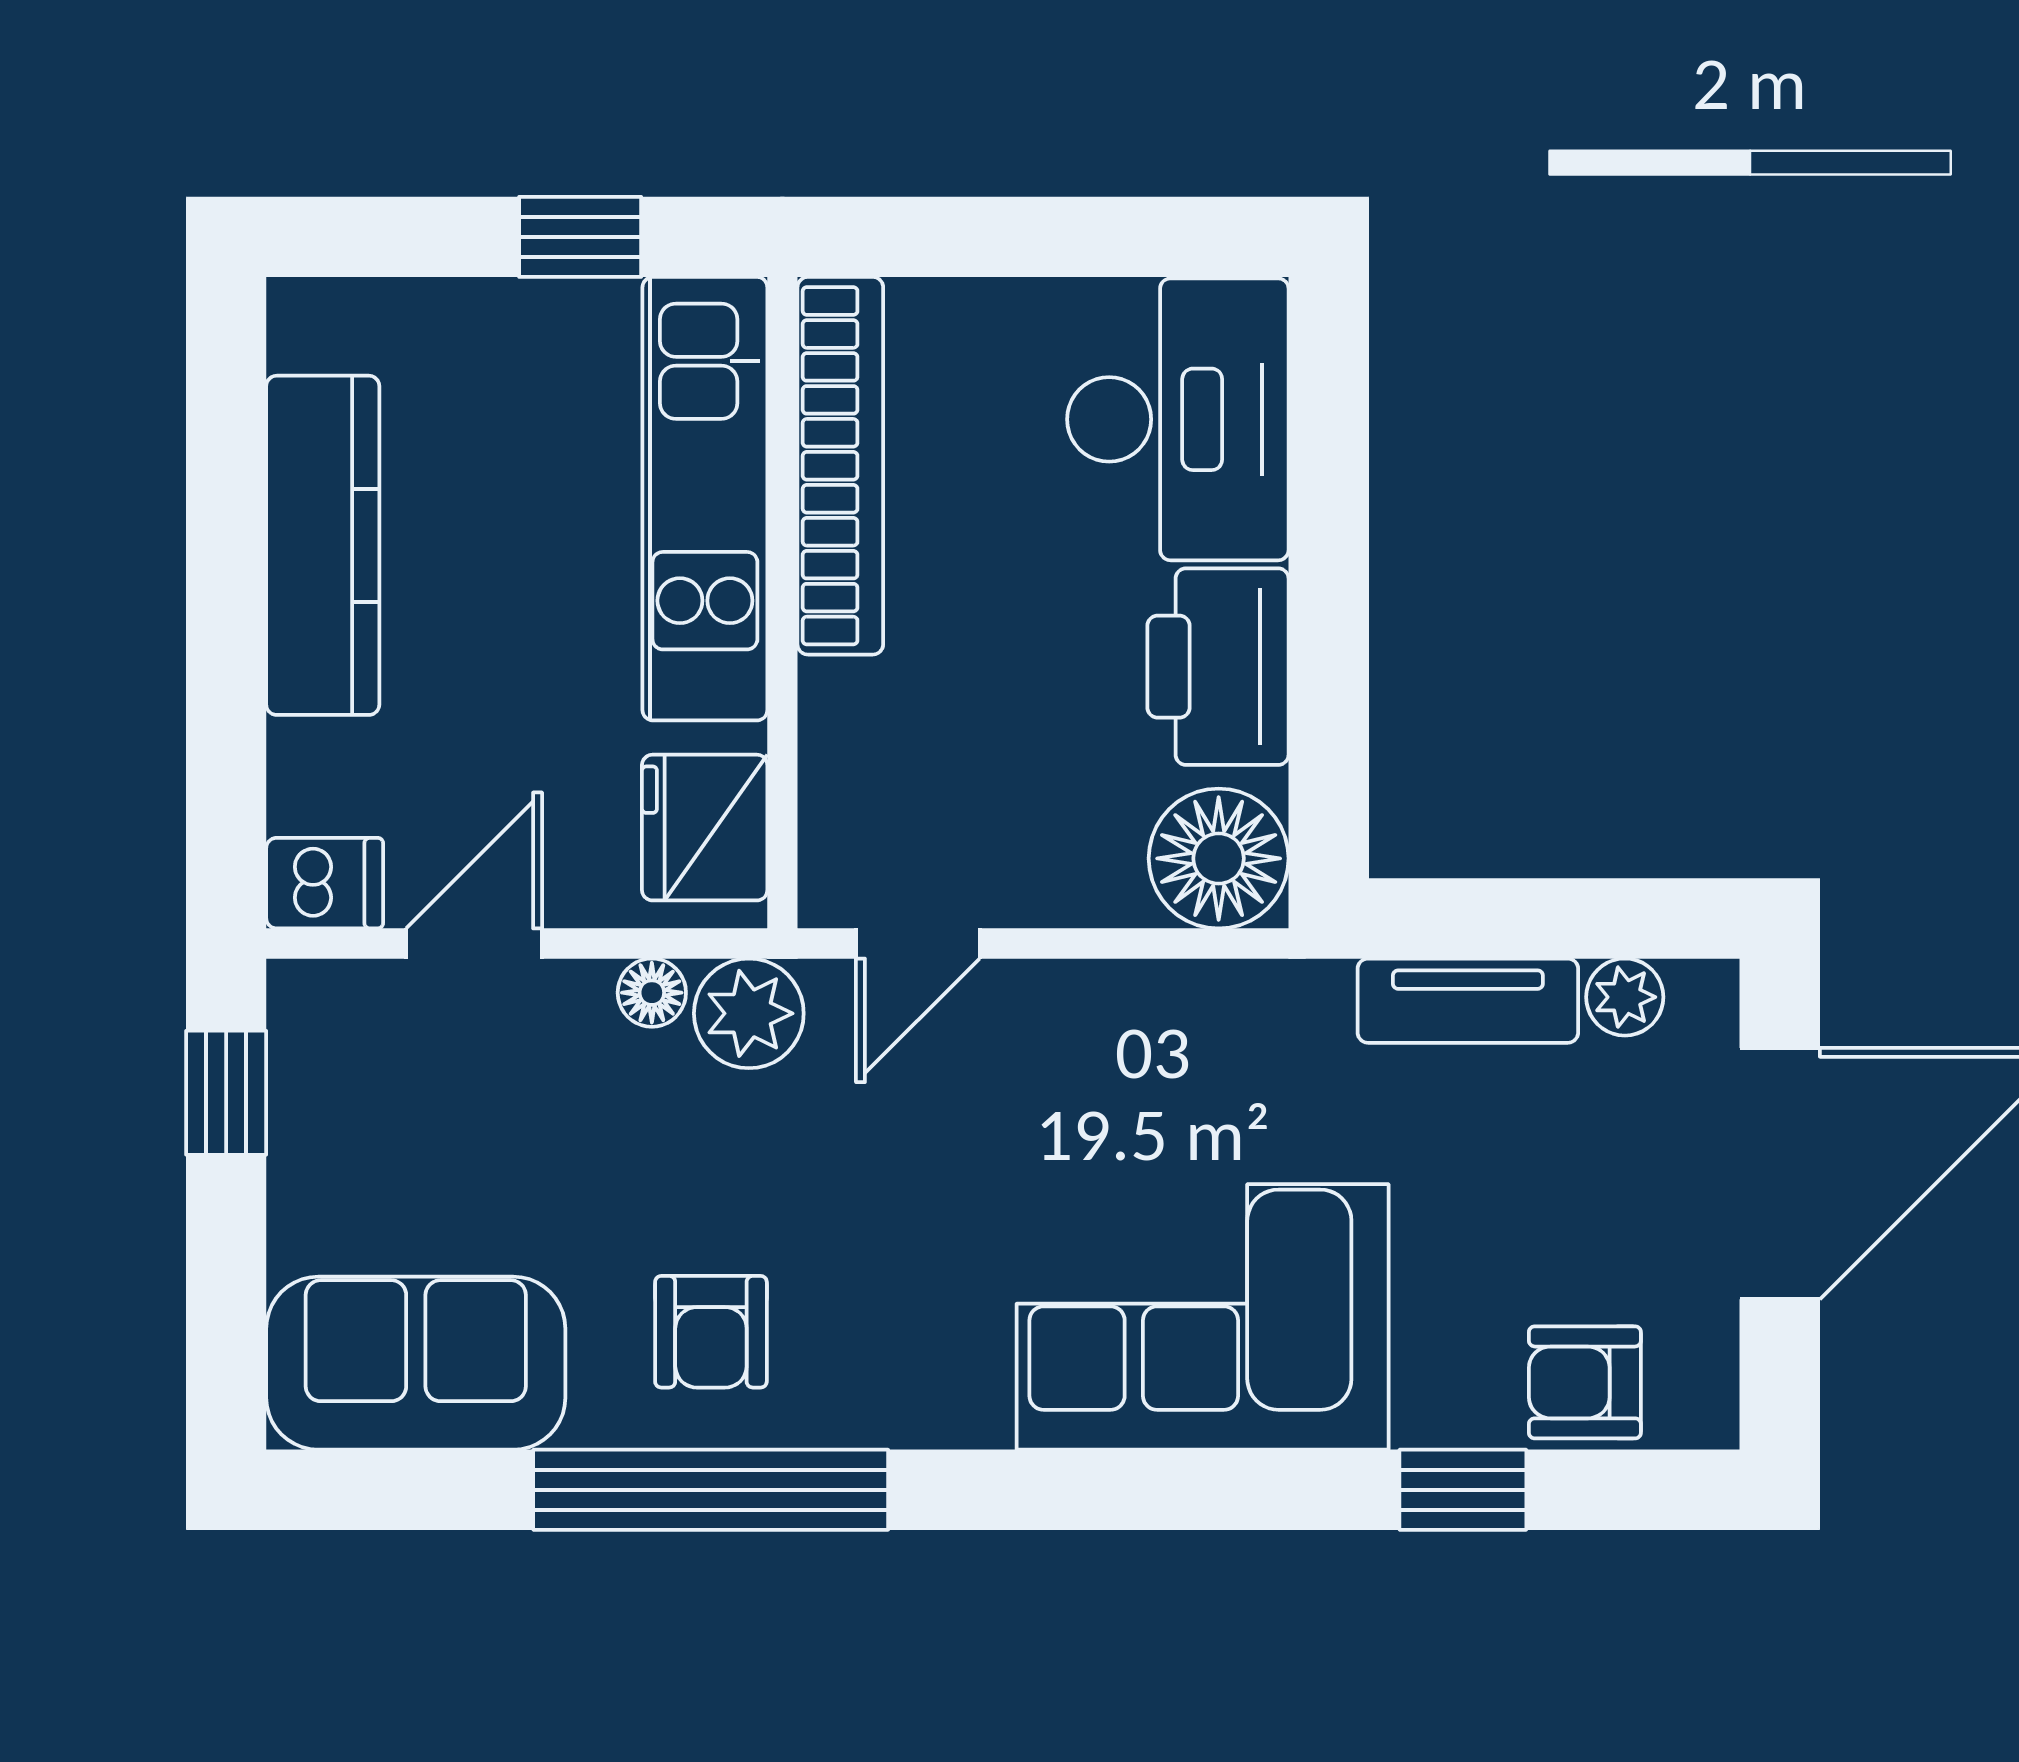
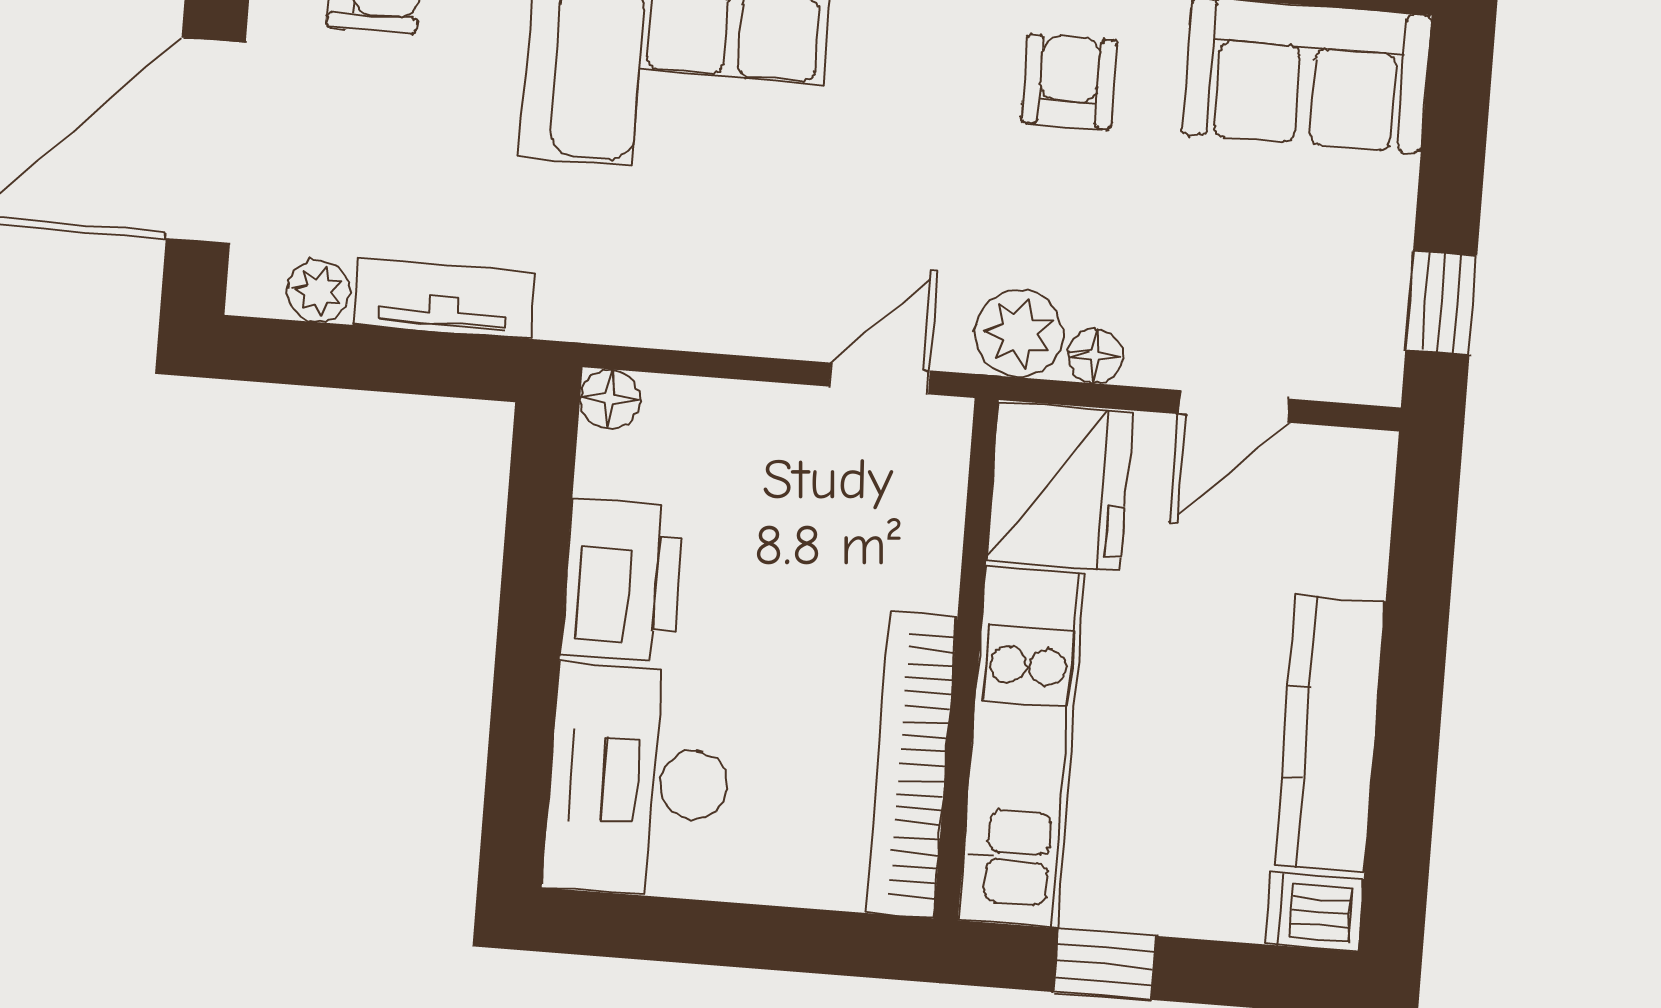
fridge: (705, 828) -> (1059, 486), width x1.36, depth x1.34
floor lamp: (1219, 858) -> (610, 399), width x0.53, depth x0.53
dishwasher: (325, 883) -> (1314, 912), moved

